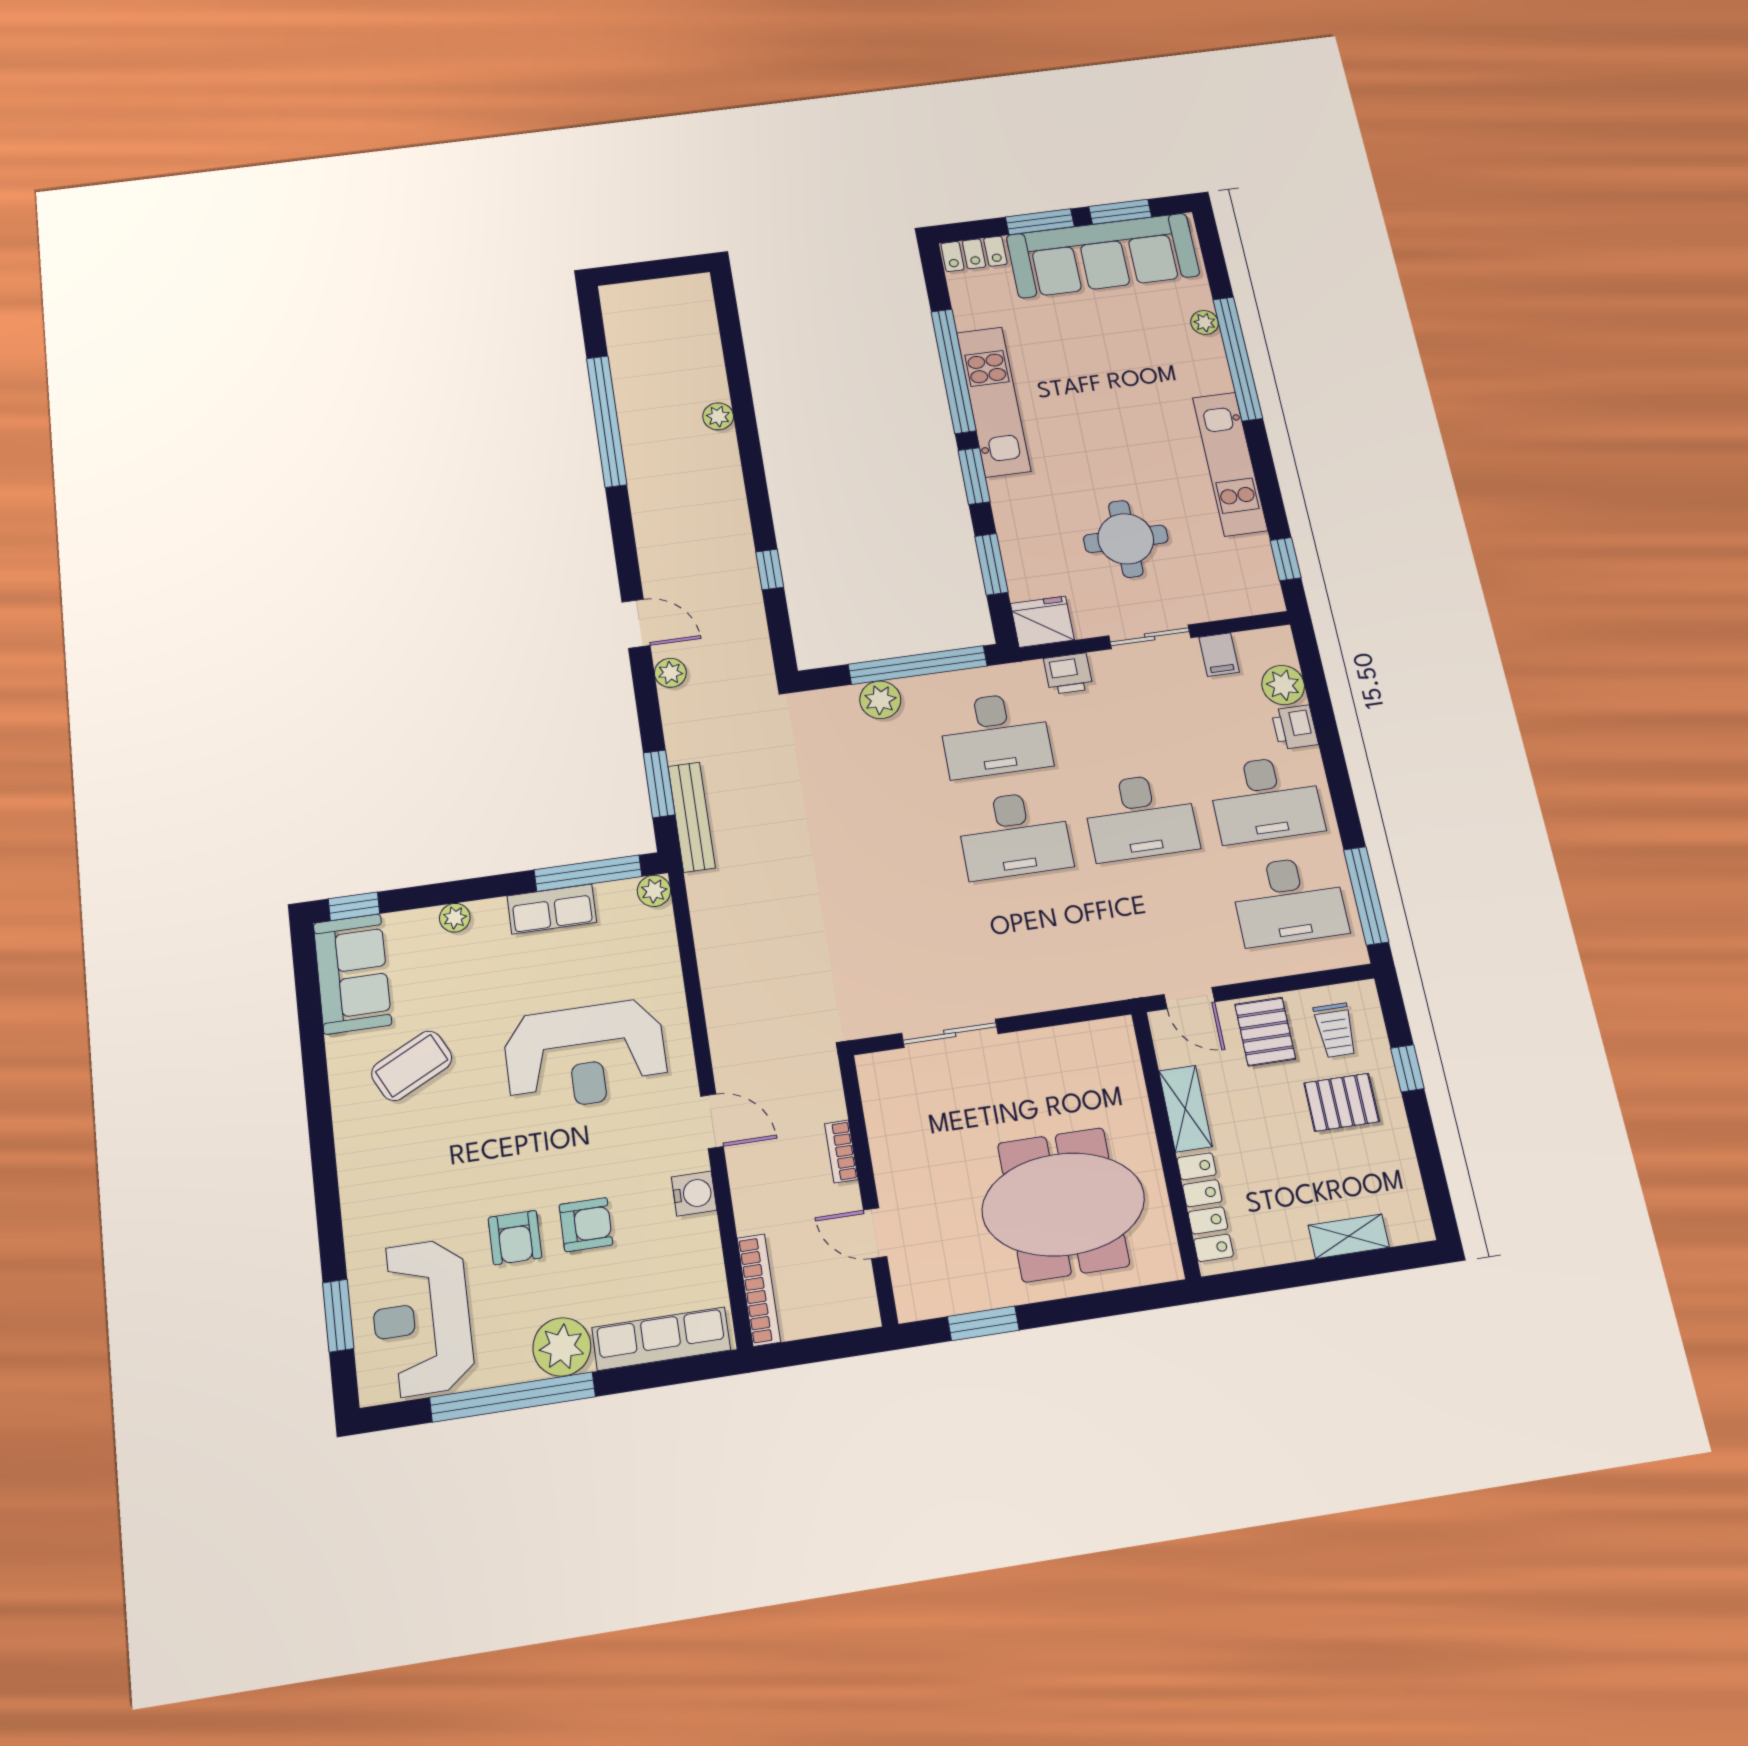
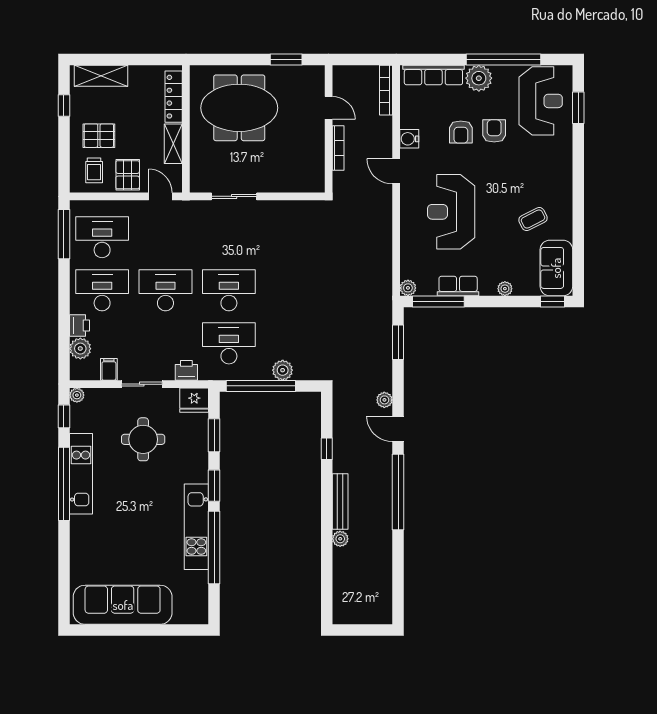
window: (1120, 212) -> (108, 630), removed
window: (1040, 222) -> (152, 630), removed
locker: (974, 254) -> (191, 615), removed
plant: (1205, 323) -> (77, 395), moved
window: (1238, 359) -> (64, 484), moved
window: (607, 421) -> (398, 492), moved
bench: (692, 817) -> (340, 502), moved
trolley: (1335, 1030) -> (94, 170), turned 180
sliding door: (950, 1033) -> (234, 196), moved
reception desk: (585, 1055) -> (451, 212), turned -90
coffee table: (412, 1066) -> (533, 219), width x0.73, depth x0.77
window: (1407, 1068) -> (64, 106), moved
bookcase: (841, 1151) -> (338, 148), width x1.56
armchair: (586, 1225) -> (461, 132), turned -90
shelving: (1349, 1236) -> (101, 76), width x1.50, depth x1.33

